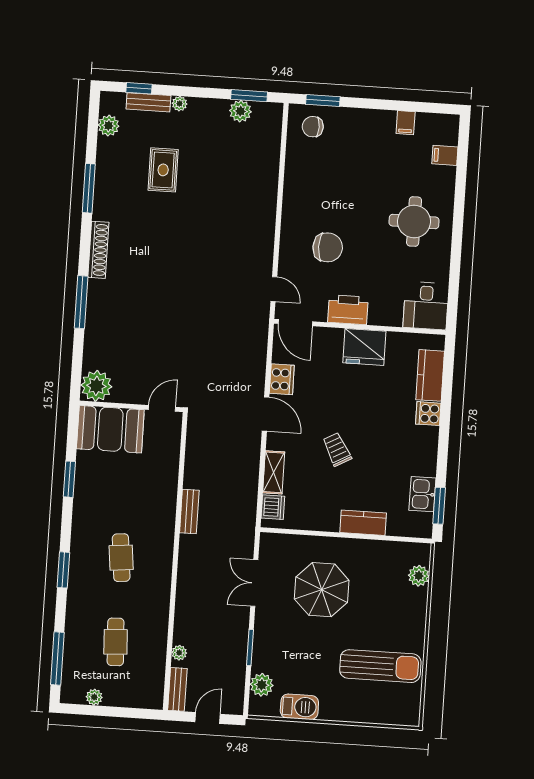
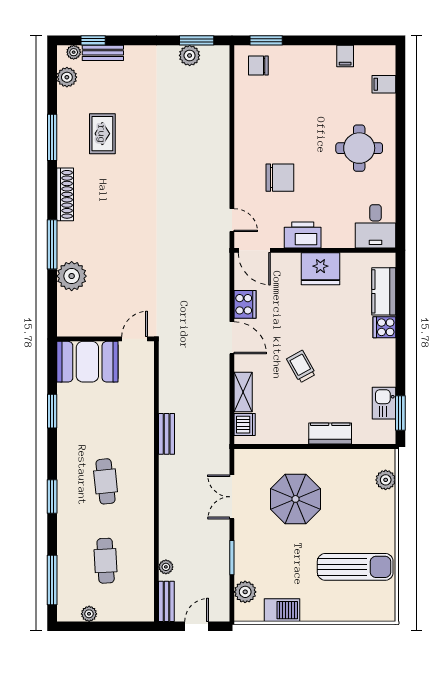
plant: (179, 104) -> (74, 52), moved
rug: (163, 170) -> (102, 134), moved
plant: (96, 386) -> (72, 276), moved

